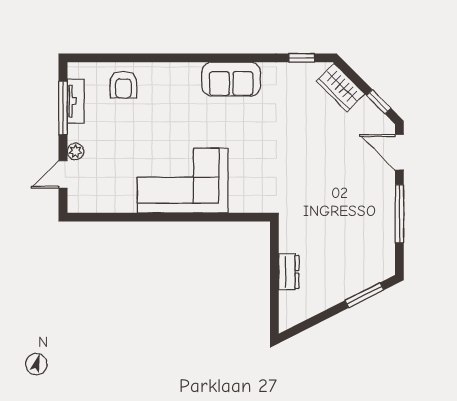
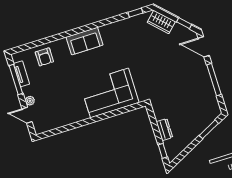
sofa: (231, 79) -> (85, 41), moved
door: (63, 174) -> (27, 115), hinge flipped
corner sofa: (183, 181) -> (109, 93), moved
window: (274, 307) -> (163, 151), added

